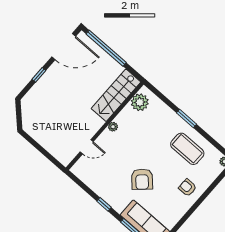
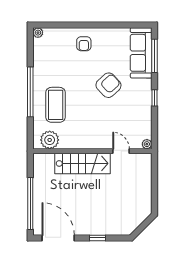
stairs: (116, 95) -> (82, 163), moved
window: (187, 119) -> (30, 92), width x2.11
plant: (113, 127) -> (147, 144), moved
coffee table: (187, 149) -> (56, 105), moved

